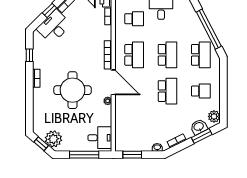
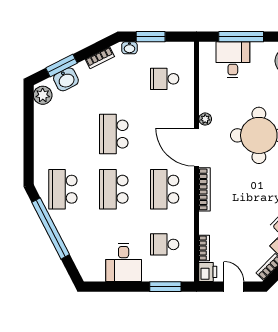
school desk: (201, 91) -> (165, 79), moved
desk: (100, 138) -> (233, 60), moved, turned 90
window: (132, 155) -> (151, 37), moved

